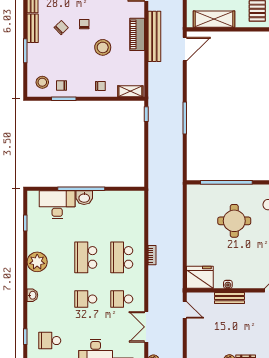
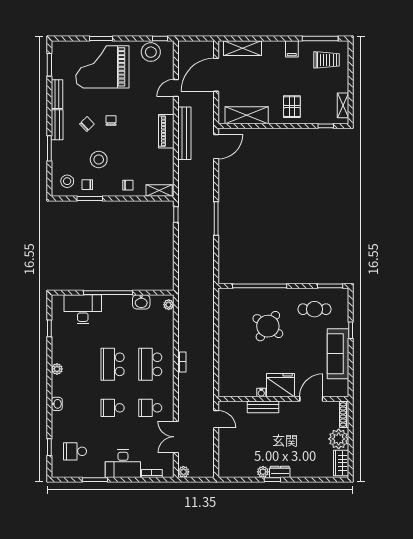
stool: (103, 47) -> (99, 159), moved
washbasin: (84, 198) -> (141, 302), moved
plant: (139, 200) -> (169, 305), added
round table: (234, 221) -> (268, 326), turned 35
plant: (37, 262) -> (57, 369), width x0.53, depth x0.53
fridge: (200, 277) -> (280, 385), moved

